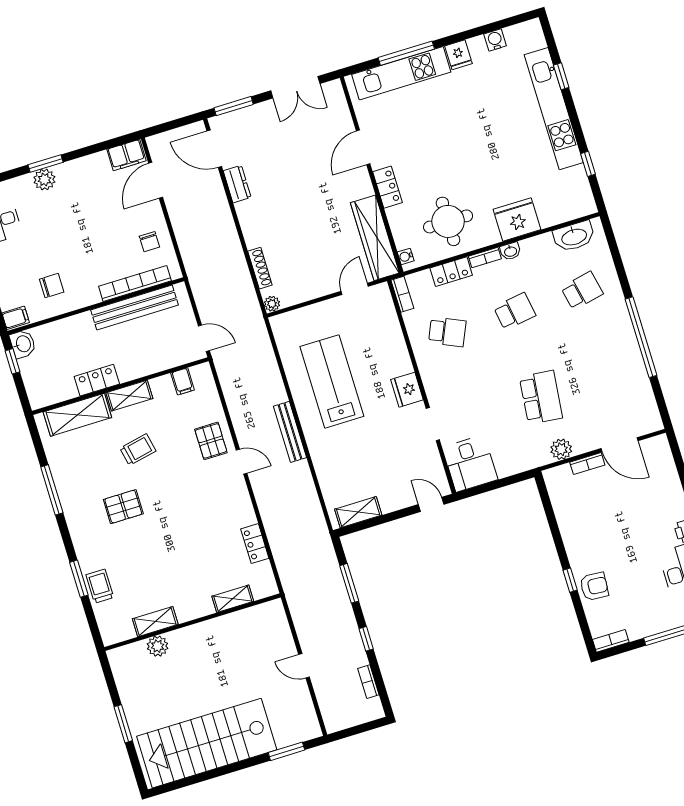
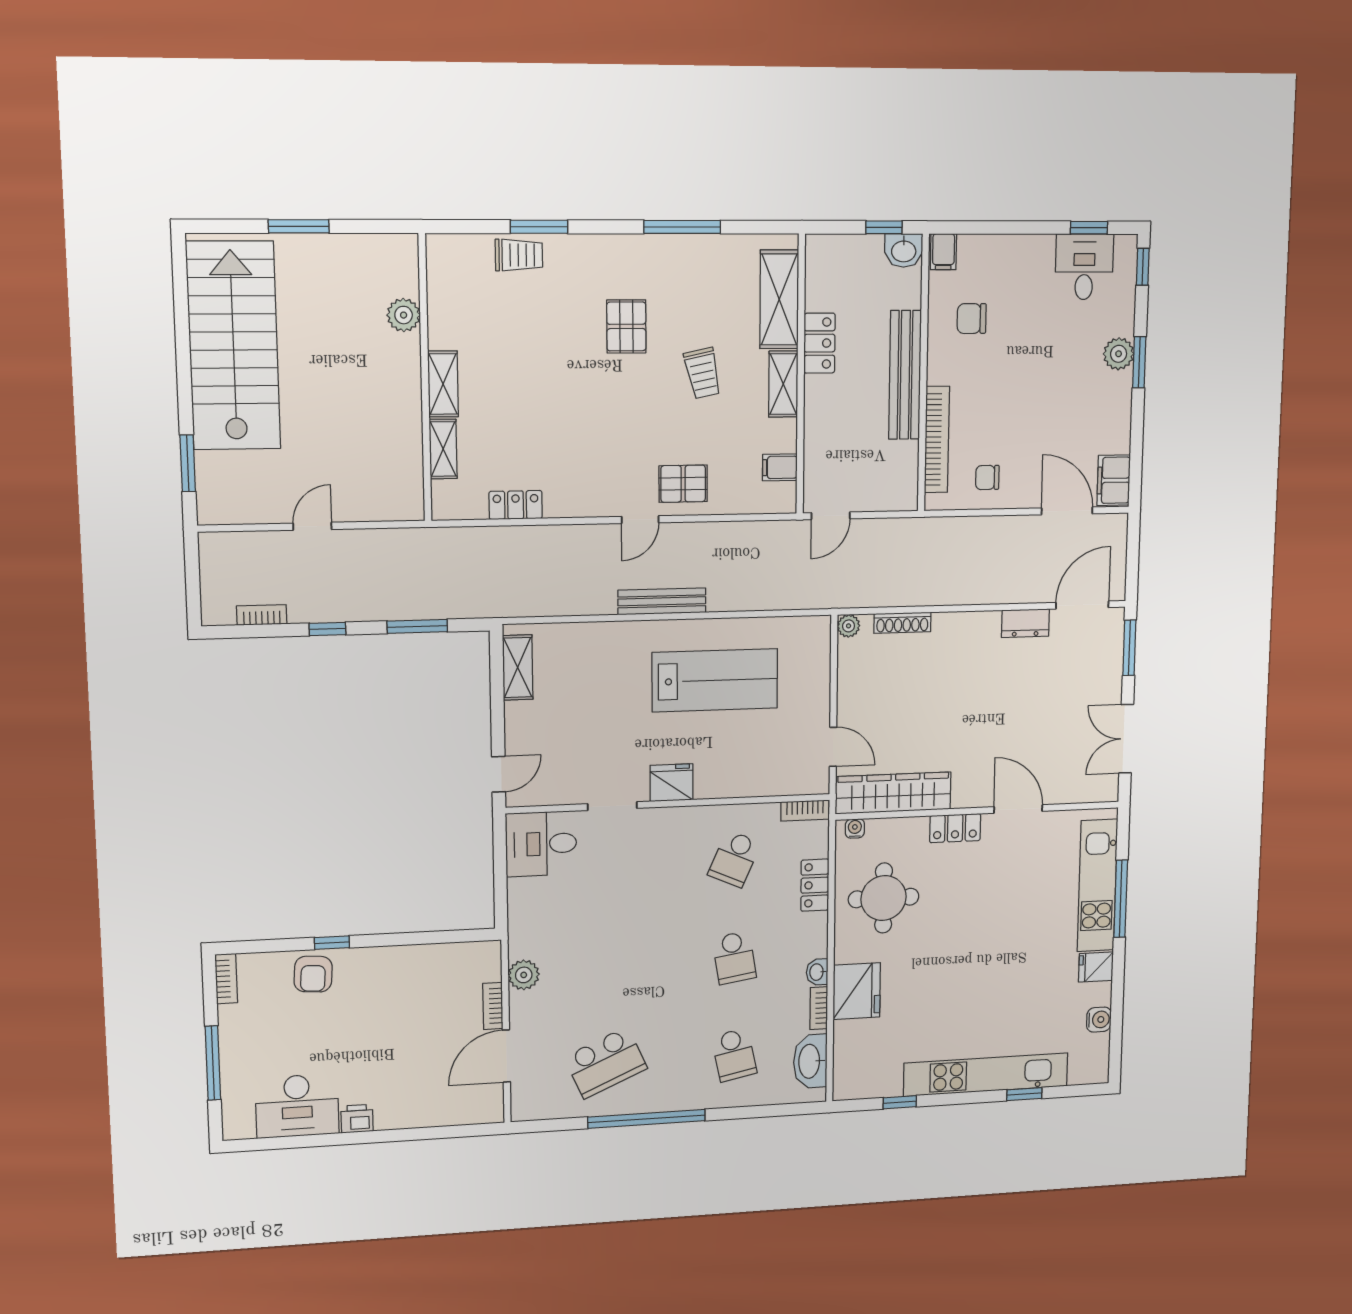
bookcase: (485, 258) -> (819, 1008), moved
chair: (52, 286) -> (972, 319), turned 90
bench: (135, 307) -> (905, 375), moved
school desk: (541, 397) -> (606, 1063), moved, turned -30
shelving: (155, 622) -> (443, 384), moved

